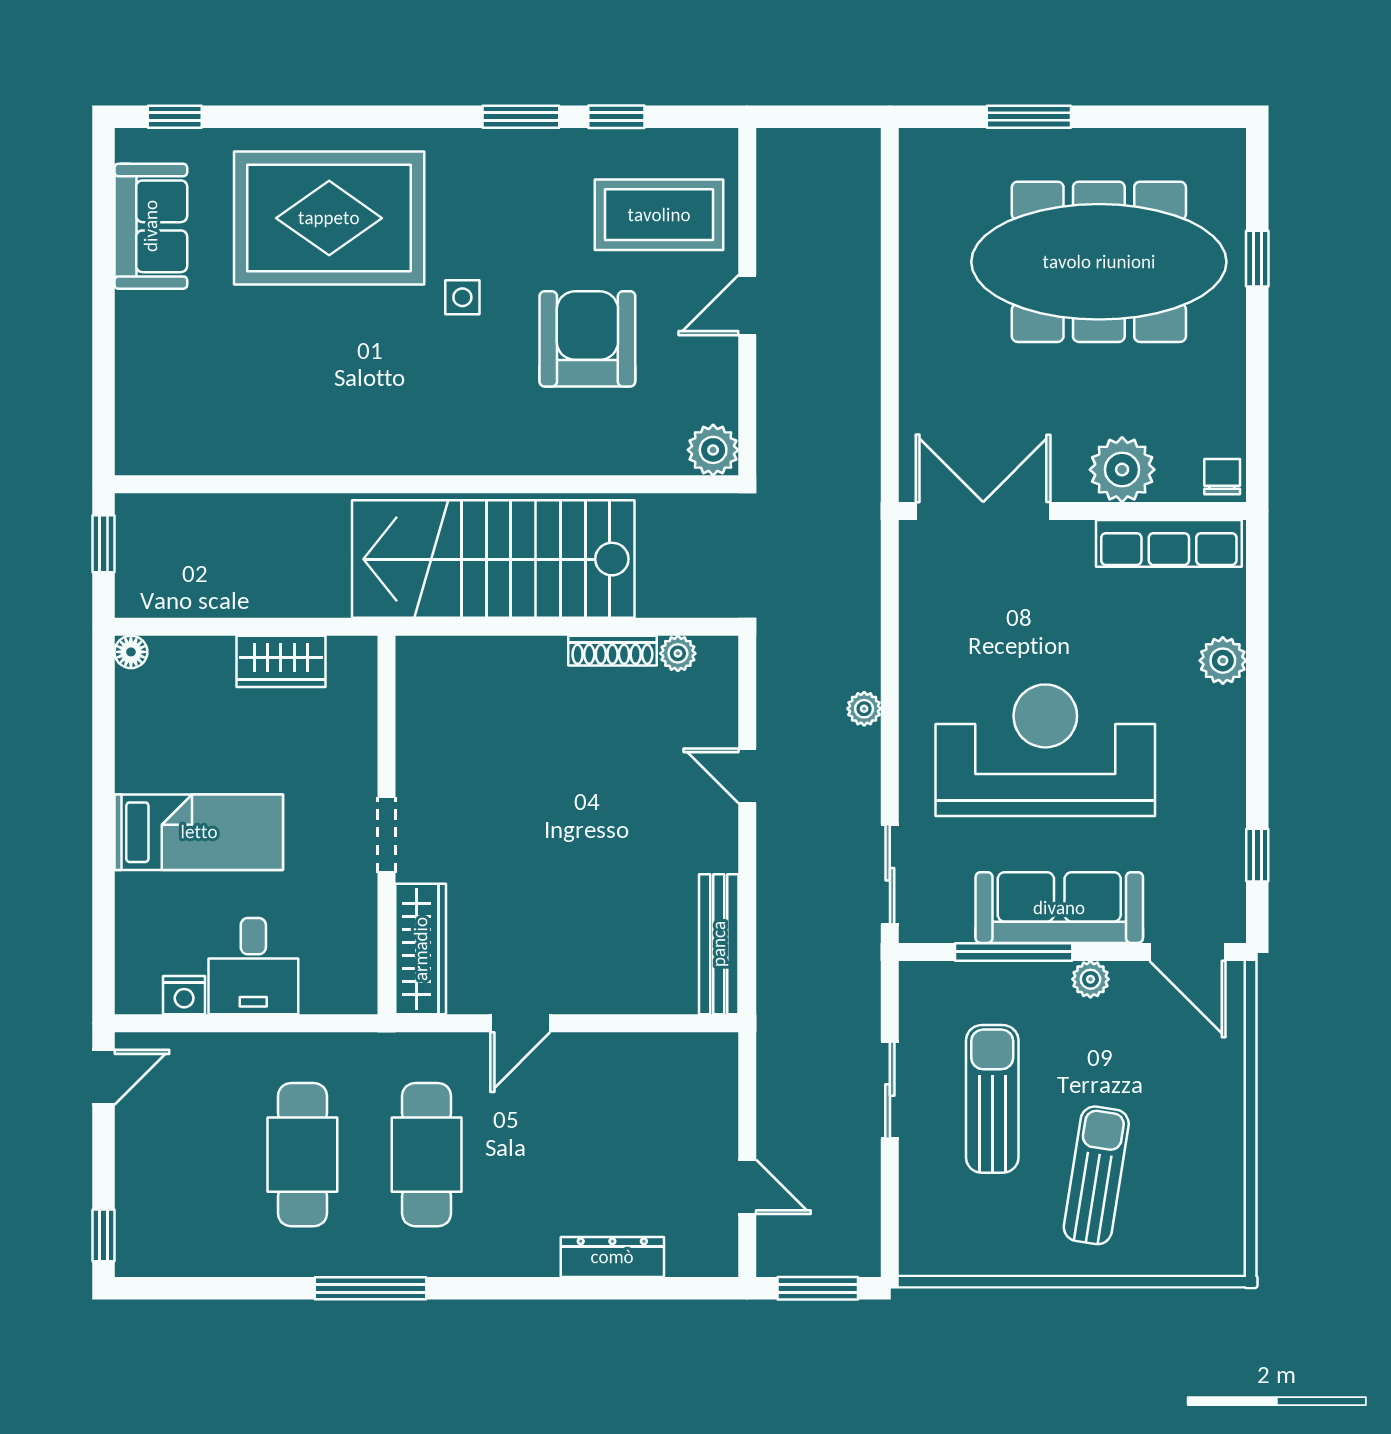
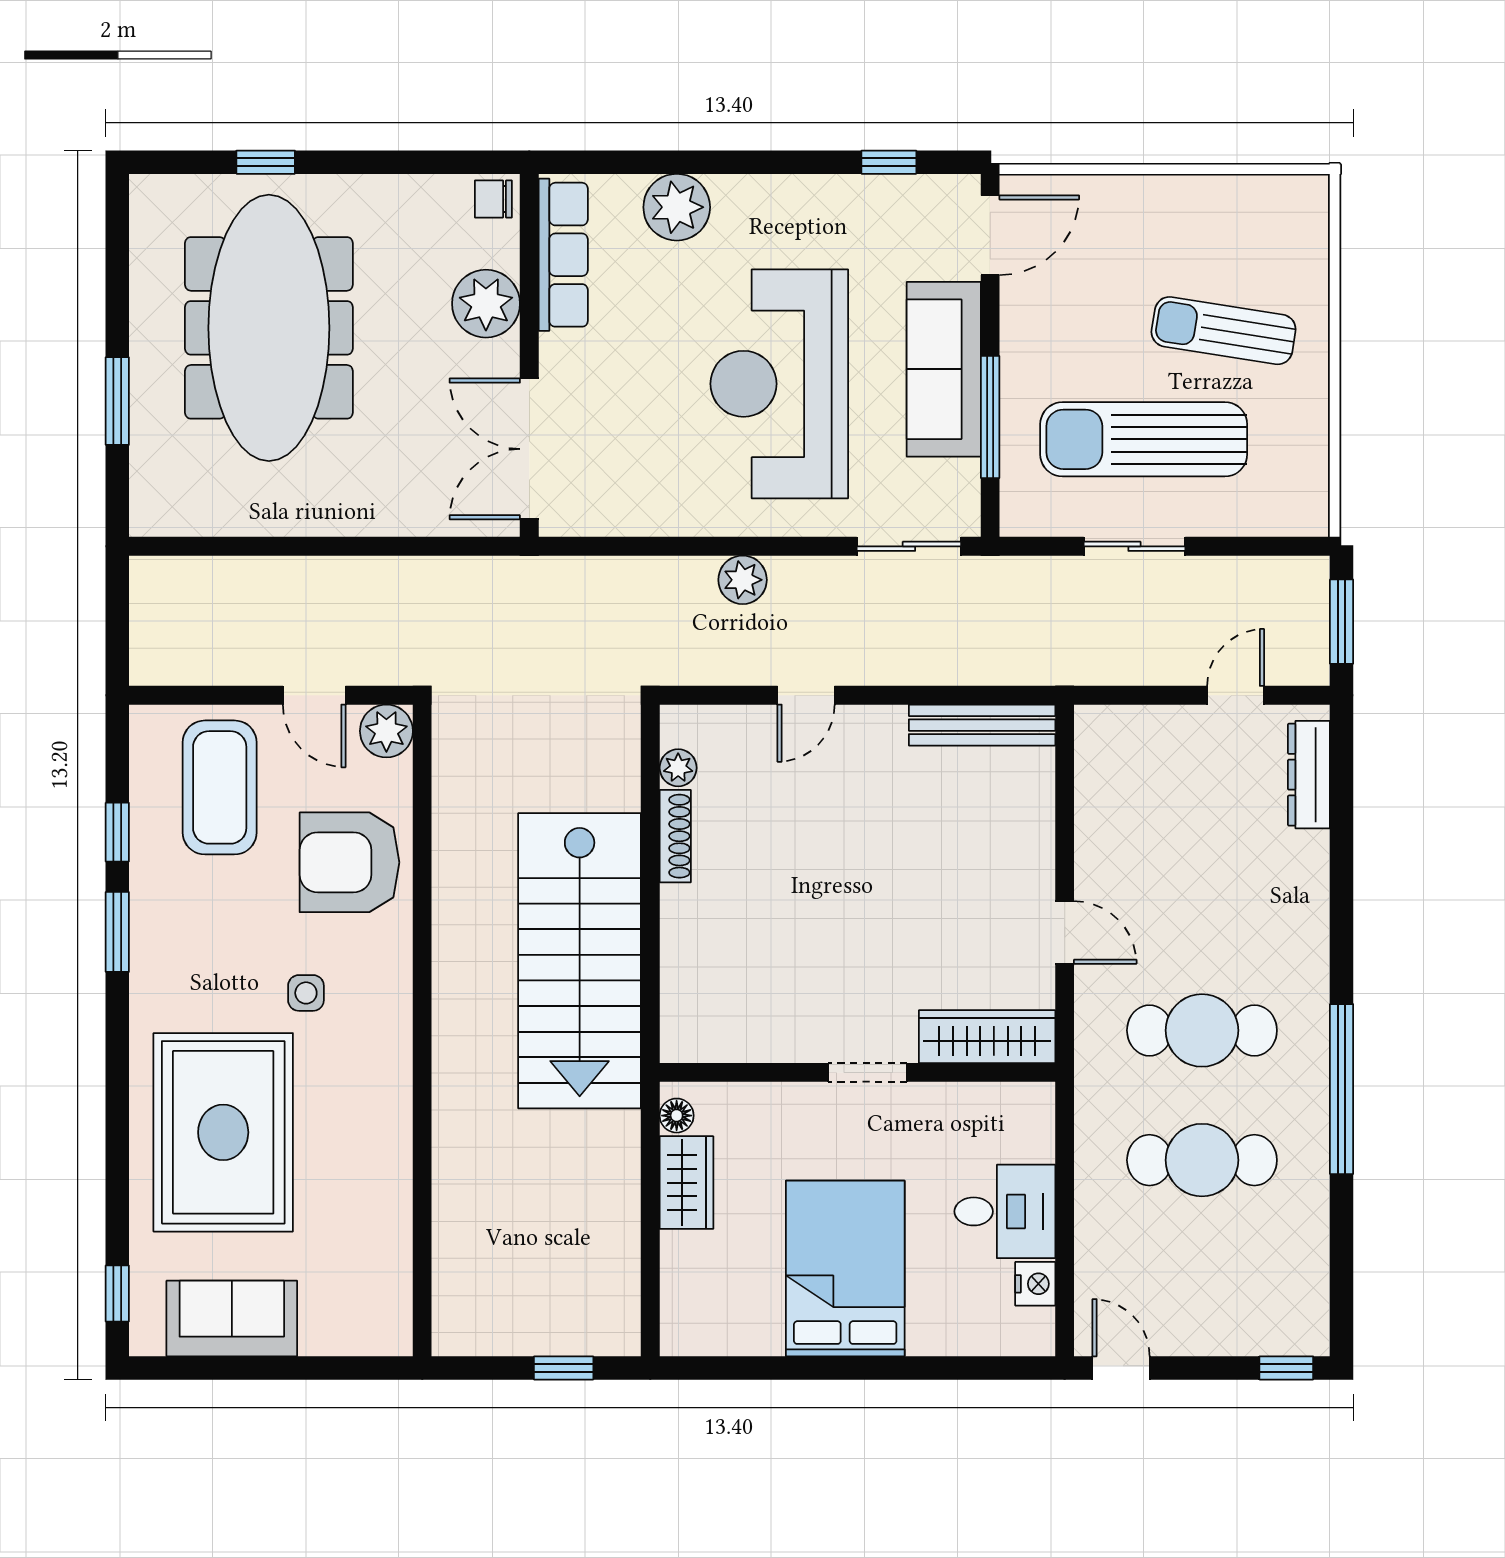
plant: (713, 450) -> (386, 731), moved
wall: (427, 484) -> (422, 1030), moved
floor lamp: (131, 652) -> (677, 1116), moved
plant: (1223, 661) -> (677, 207), width x1.36, depth x1.36
plant: (864, 709) -> (743, 580), width x1.38, depth x1.38
bed: (199, 832) -> (845, 1268), width x1.50
plant: (1090, 979) -> (1019, 337), removed
sun lounger: (992, 1099) -> (1144, 439), width x1.36, depth x1.34
dresser: (612, 1257) -> (1309, 775), moved
window: (370, 1288) -> (1342, 1089), width x1.46

